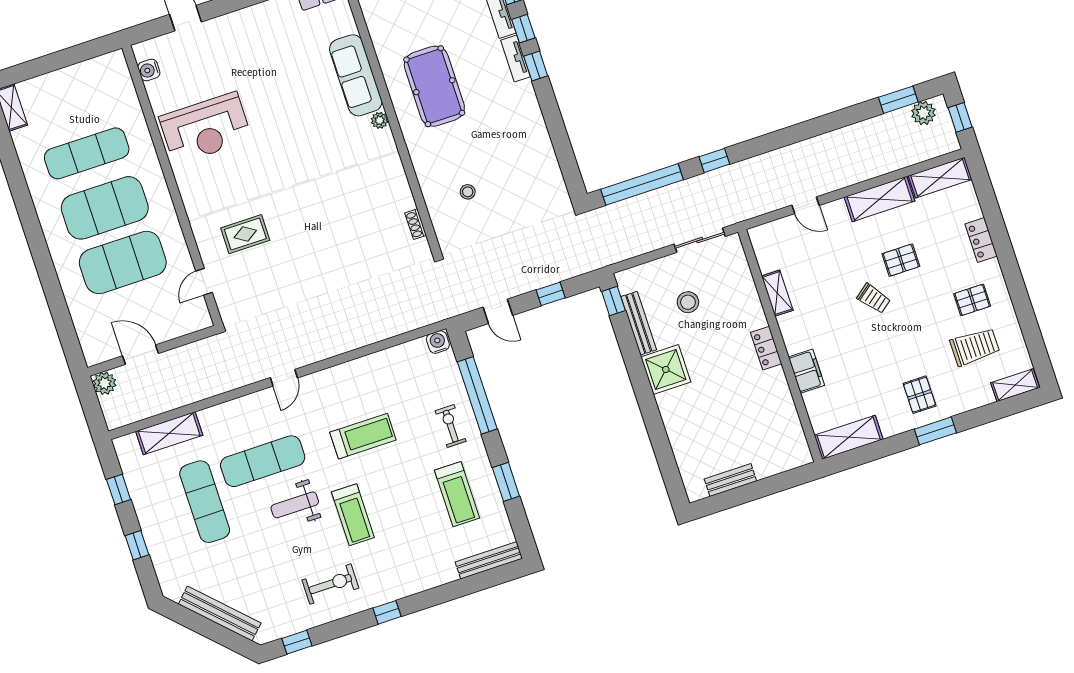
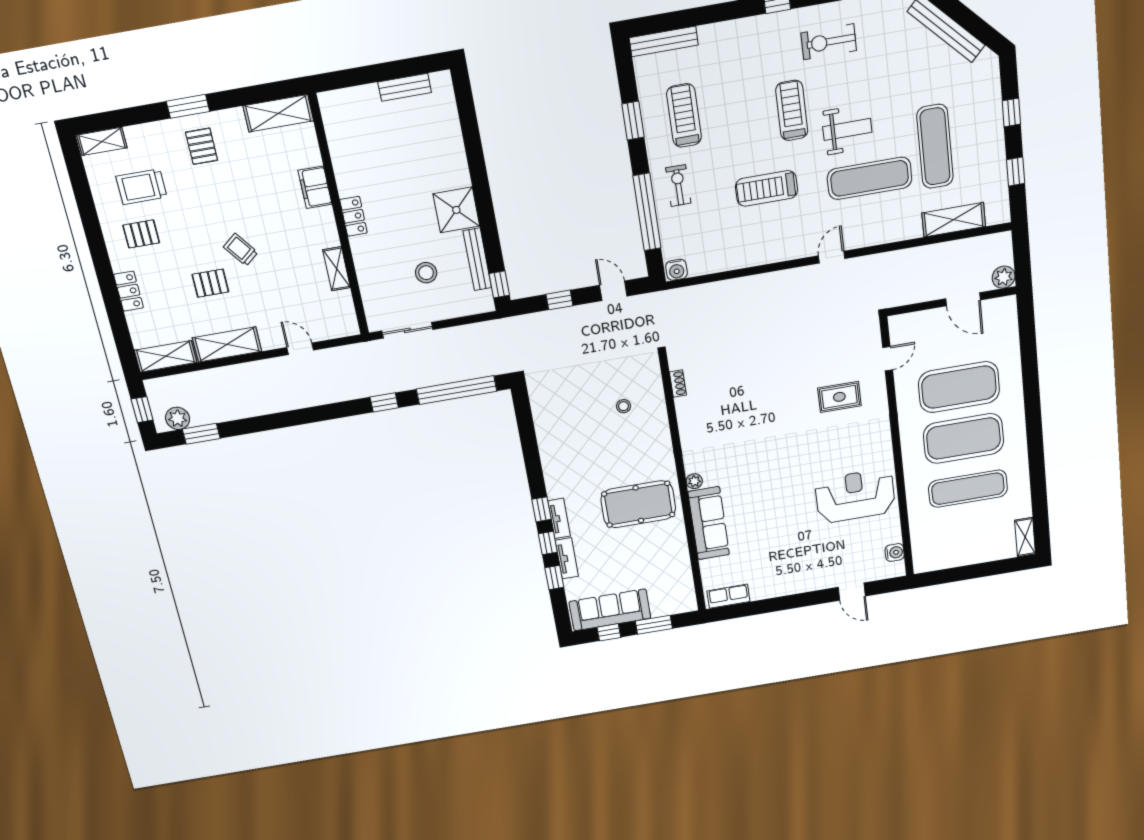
pool table: (434, 86) -> (638, 504), turned 90
exercise bike: (451, 426) -> (678, 185), turned 180

